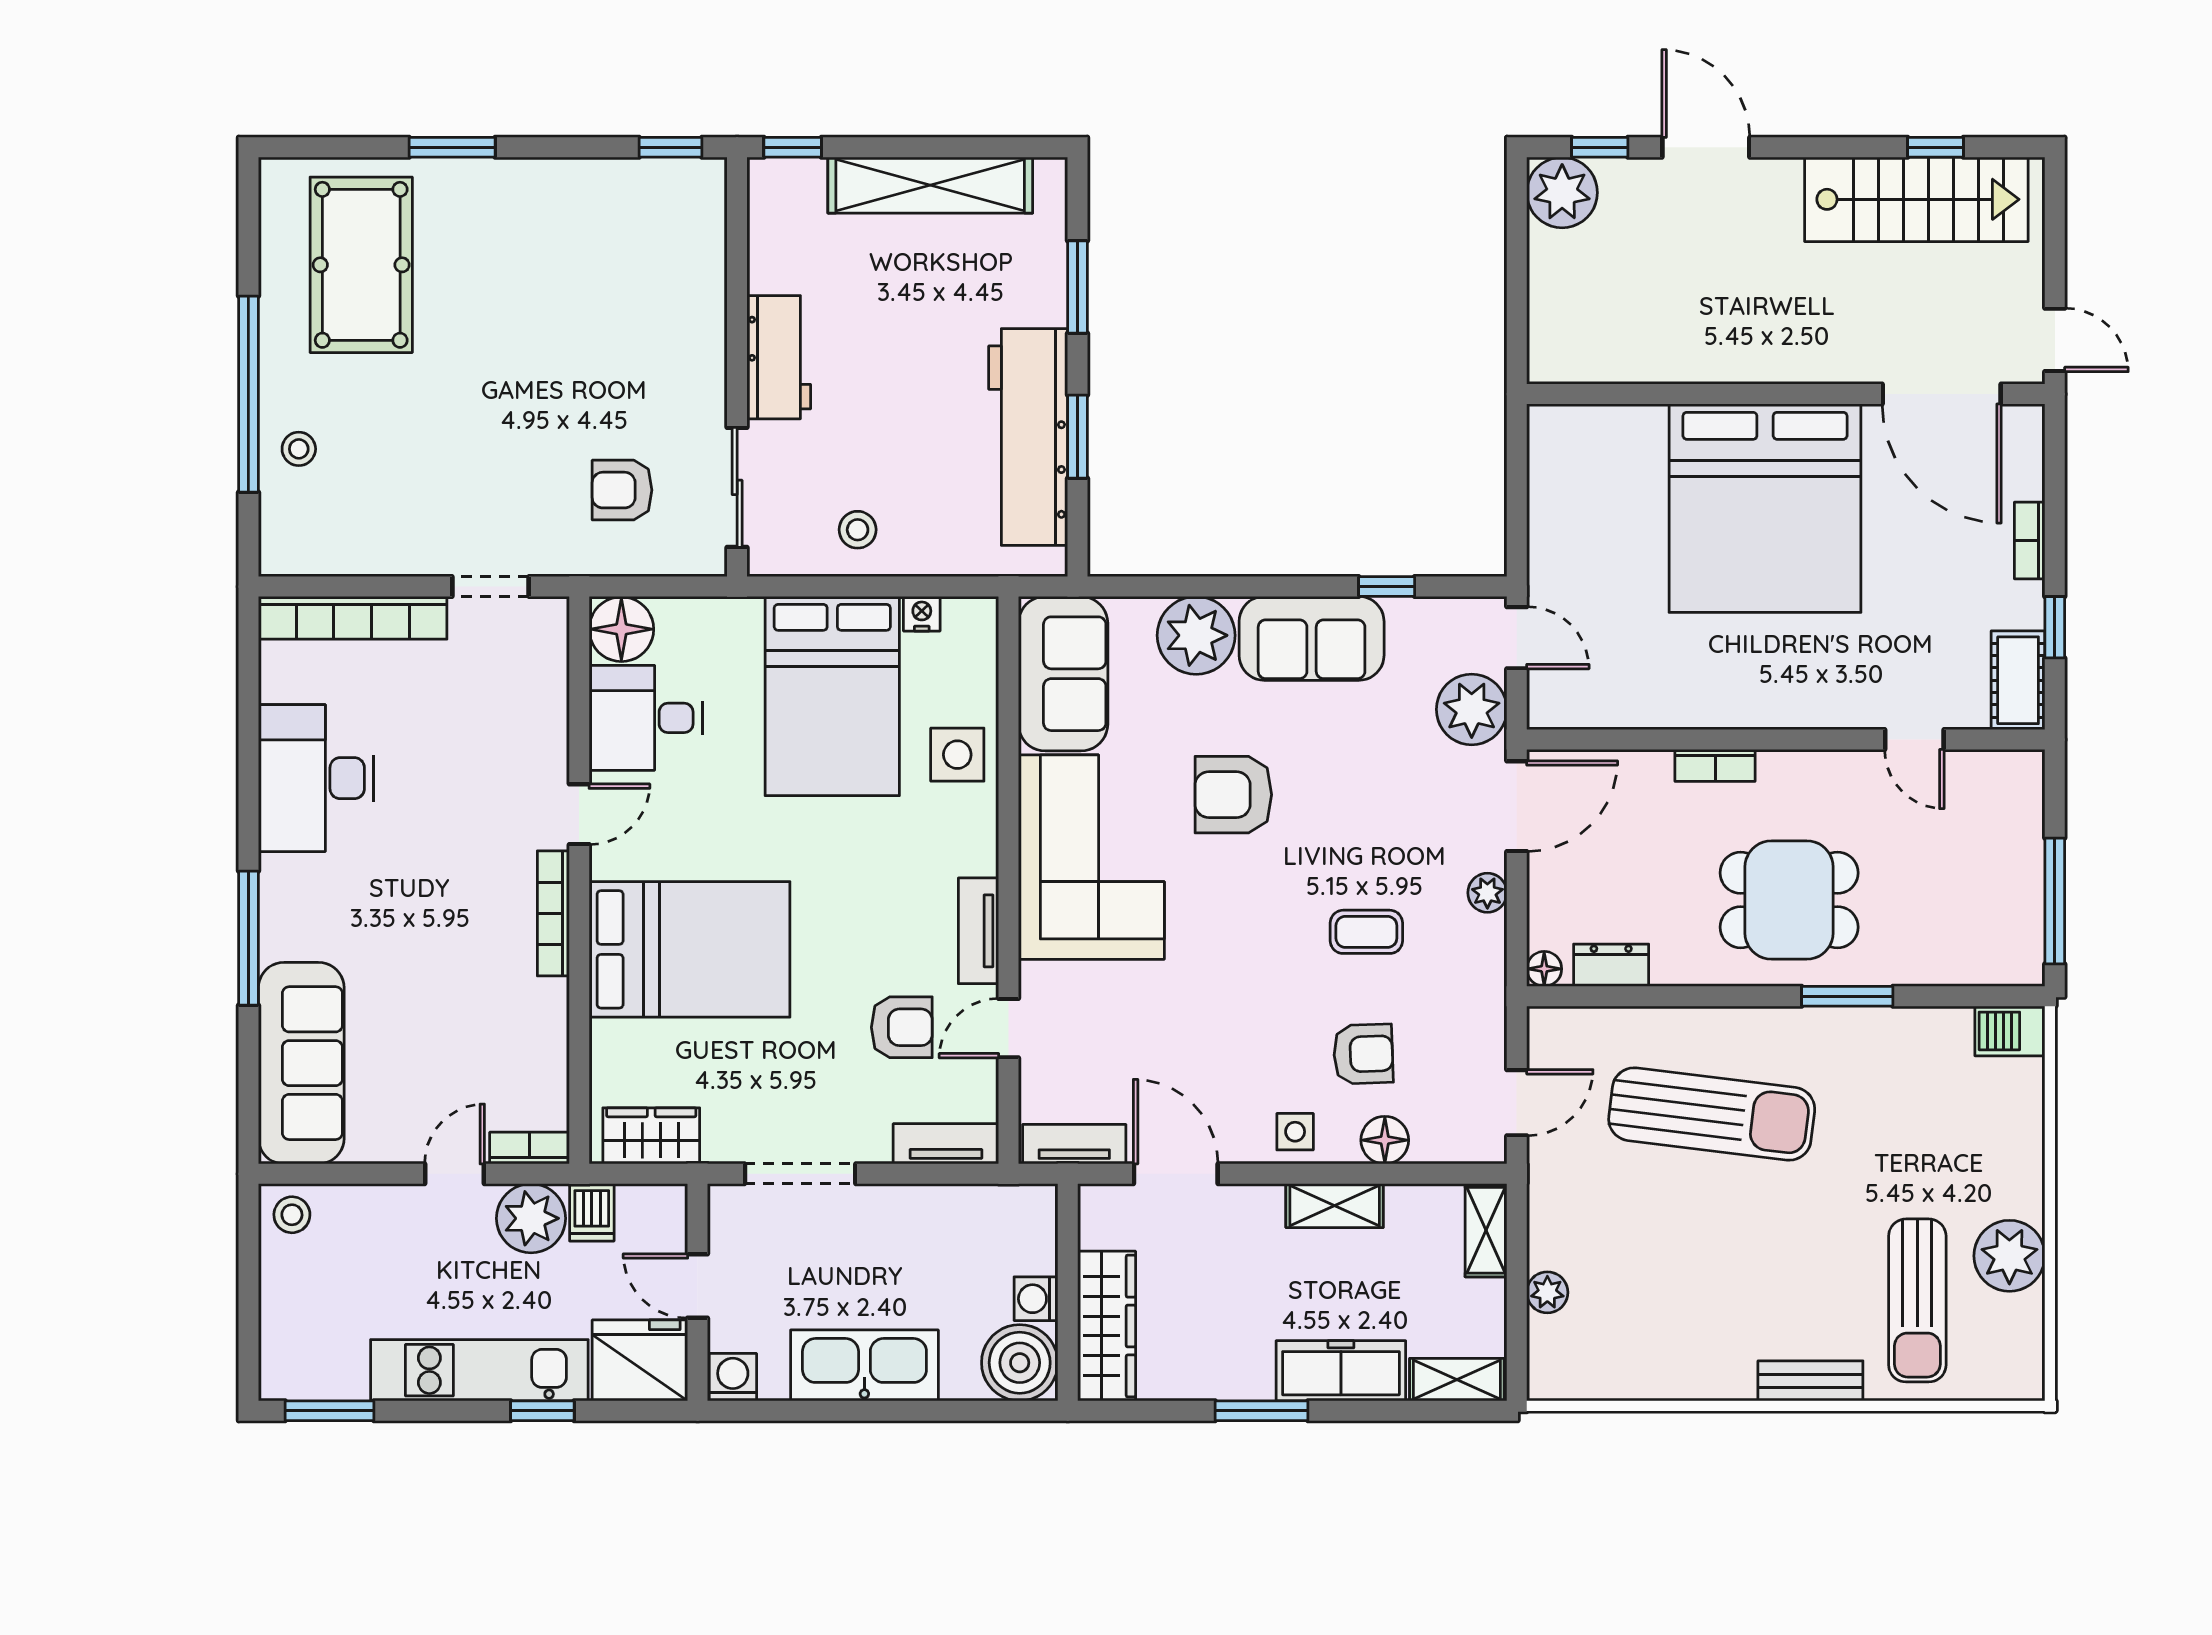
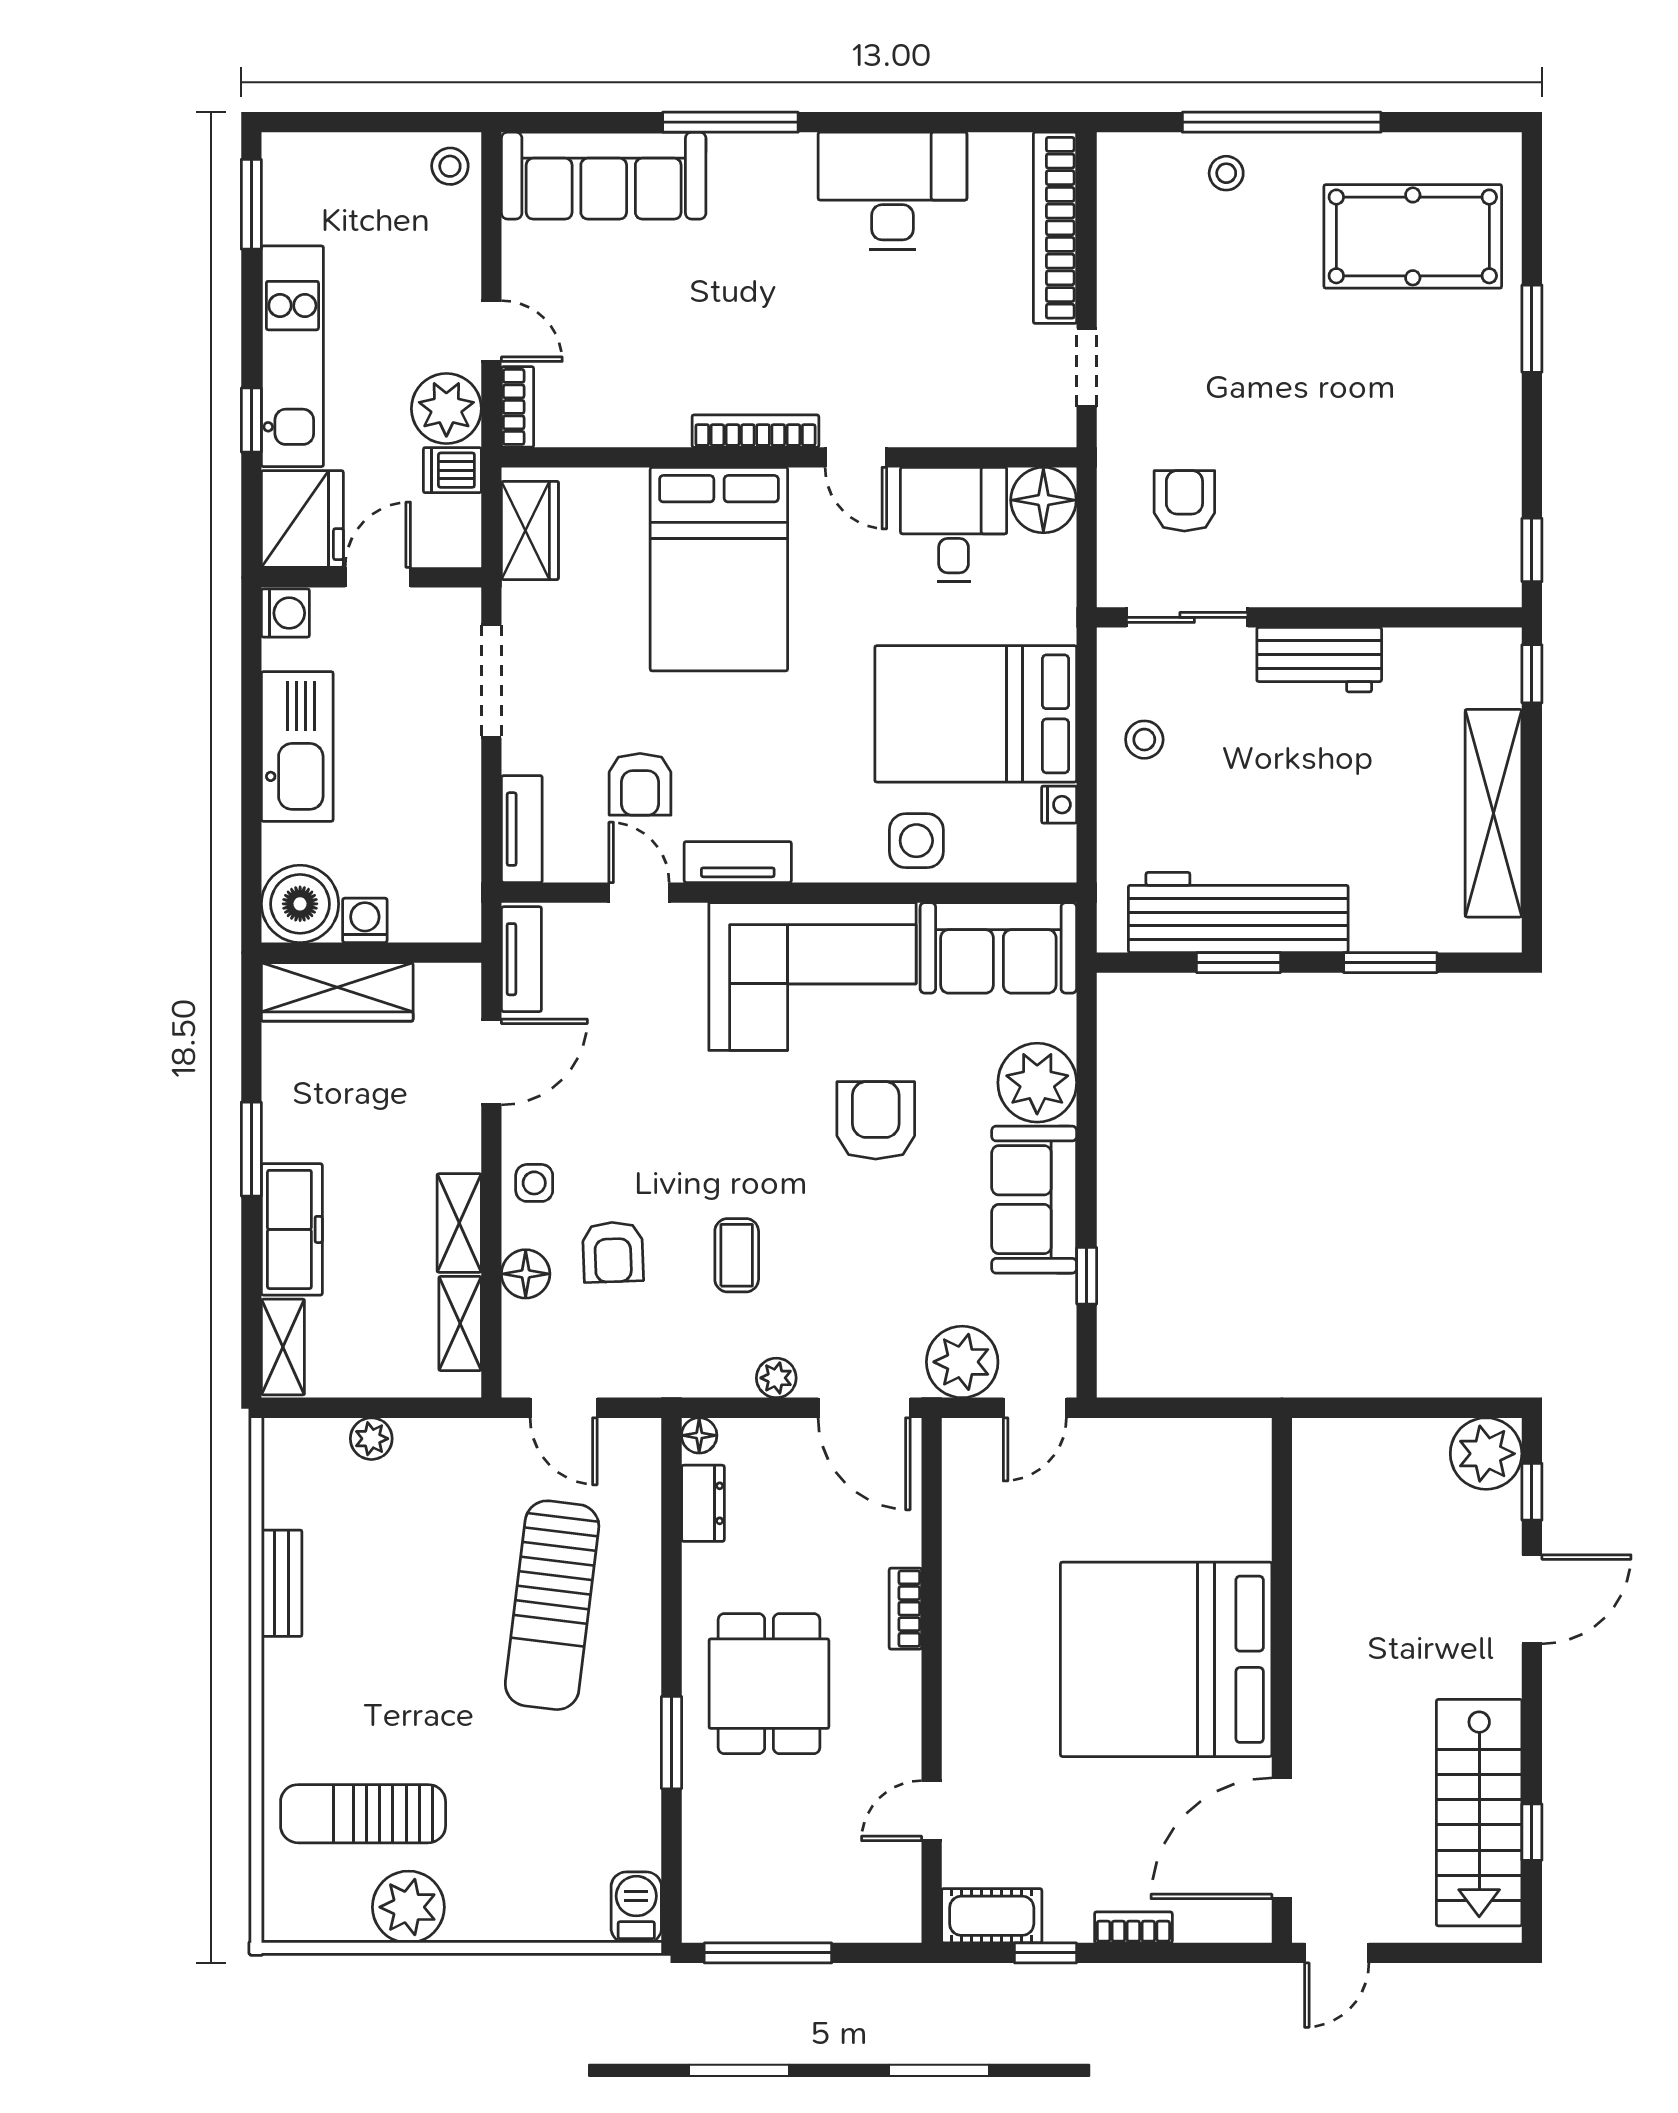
shelving: (1486, 1230) -> (460, 1324), moved, turned 90
bench: (1810, 1381) -> (282, 1583), moved

